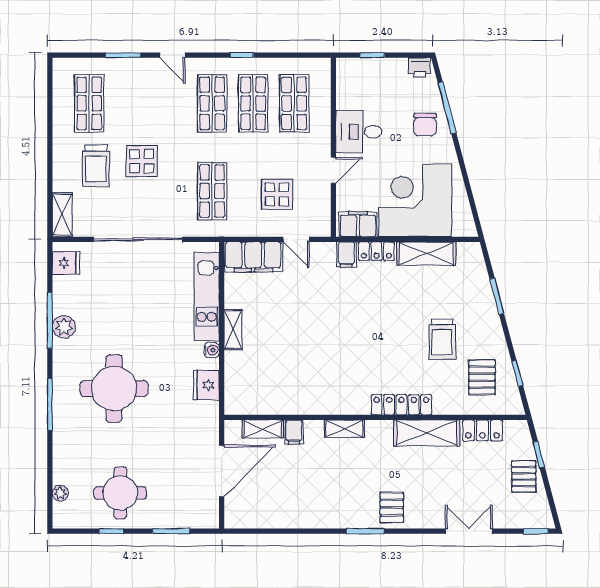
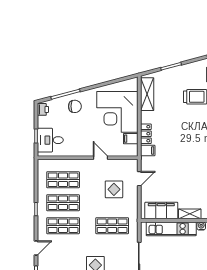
desk: (359, 132) -> (50, 140), moved, turned 90
filing cabinet: (358, 224) -> (131, 139), width x0.50
shelving: (426, 254) -> (147, 94), moved
filing cabinet: (253, 257) -> (161, 211), moved, turned -90

